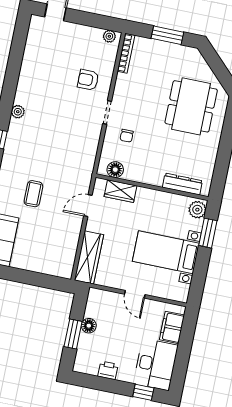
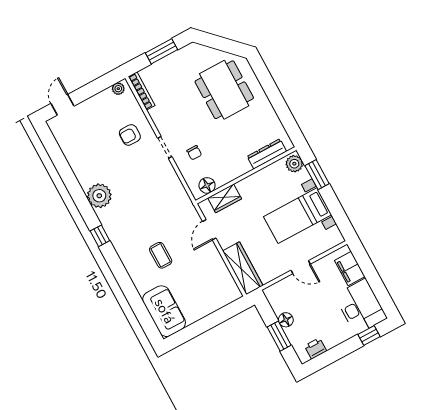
plant: (18, 112) -> (99, 196), width x1.88, depth x1.88
printer: (108, 370) -> (316, 348), moved

